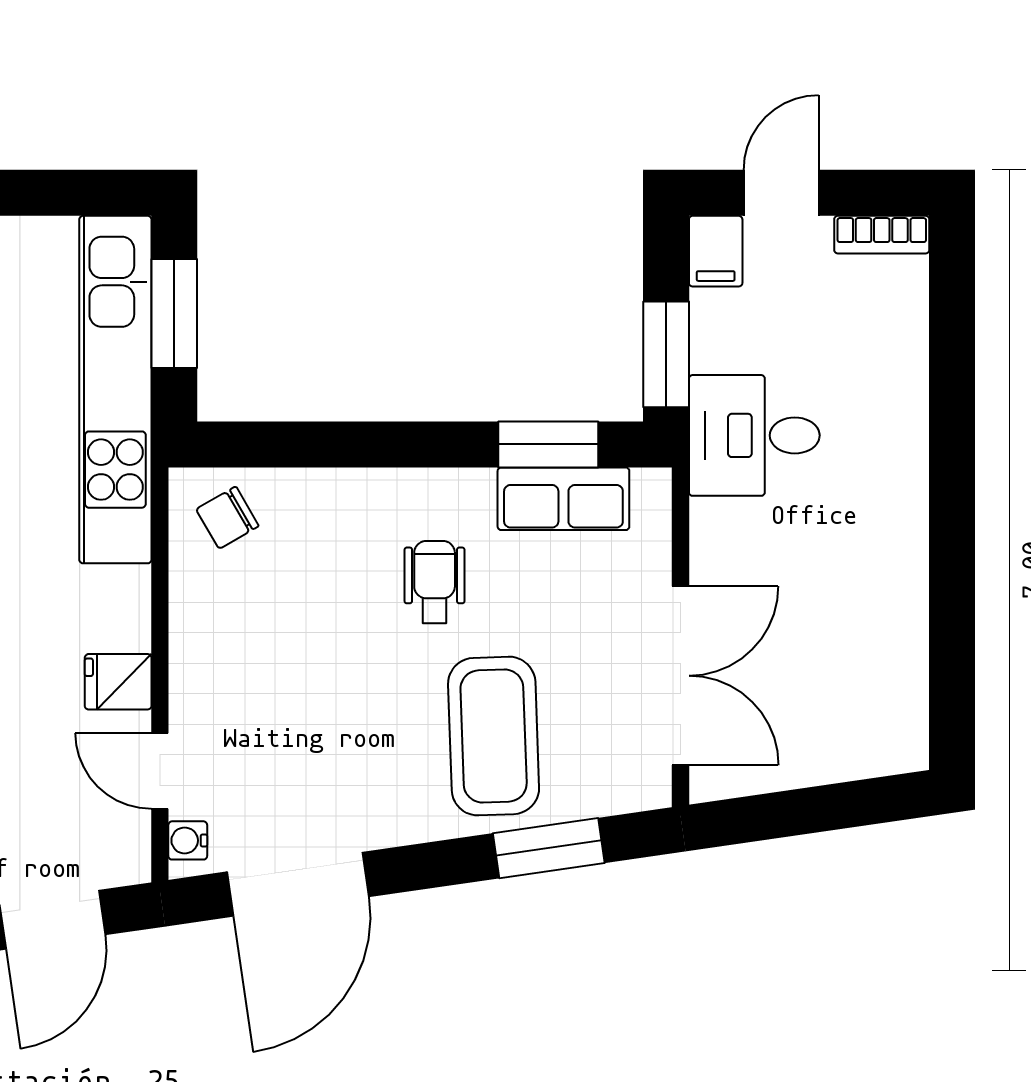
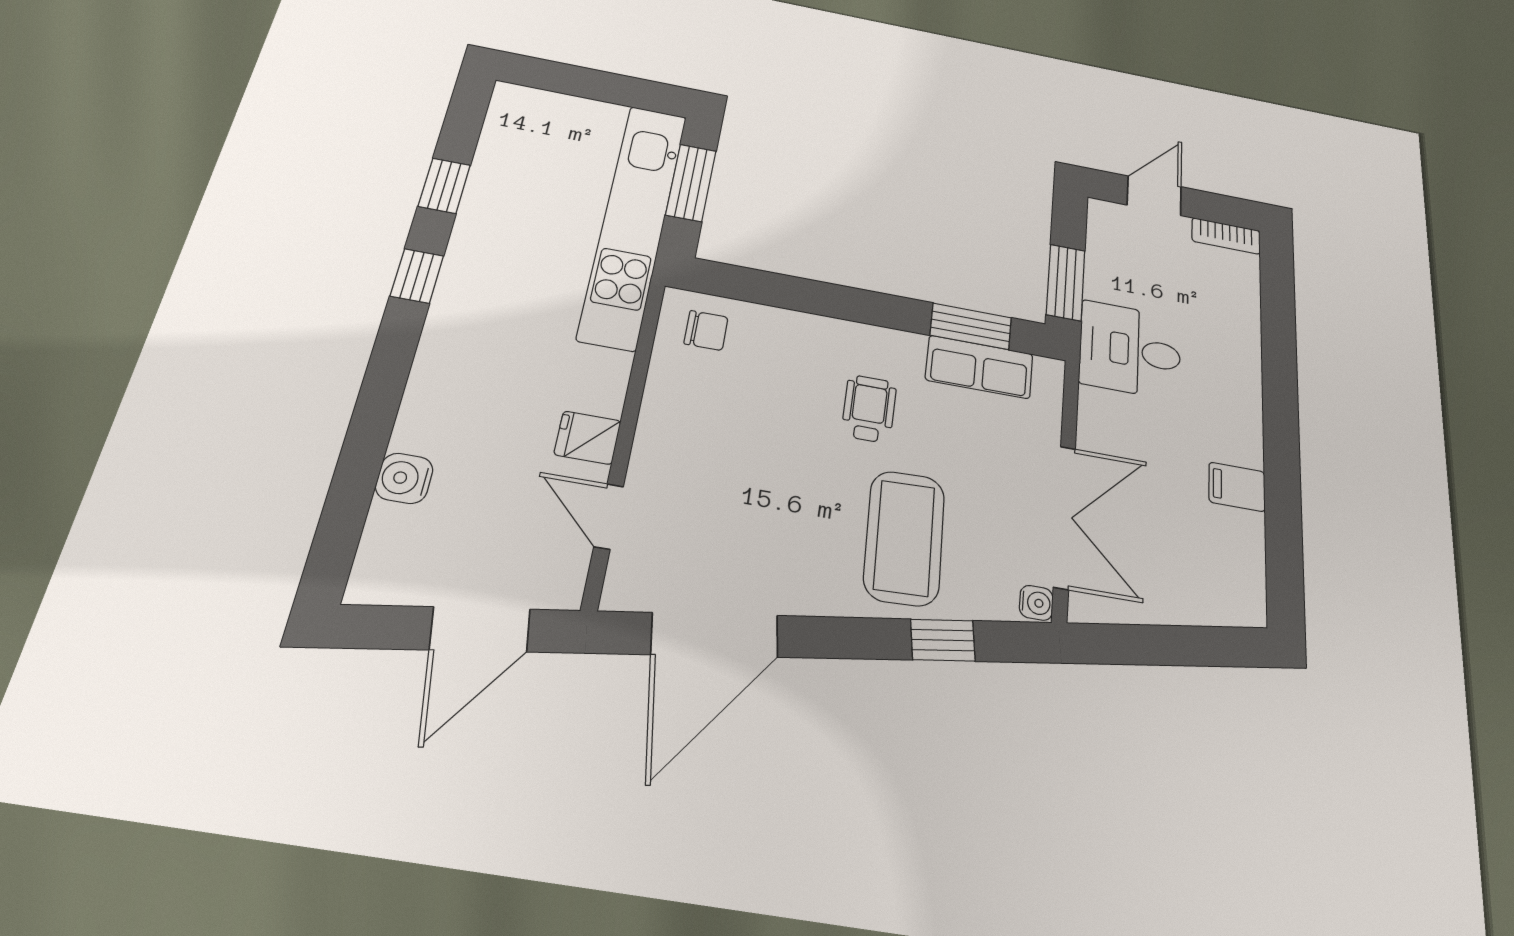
filing cabinet: (716, 251) -> (1237, 487), moved, turned 90
chair: (227, 518) -> (706, 330), turned -150
water cooler: (188, 840) -> (1036, 603), moved, turned 180
window: (549, 848) -> (943, 640), width x0.67

